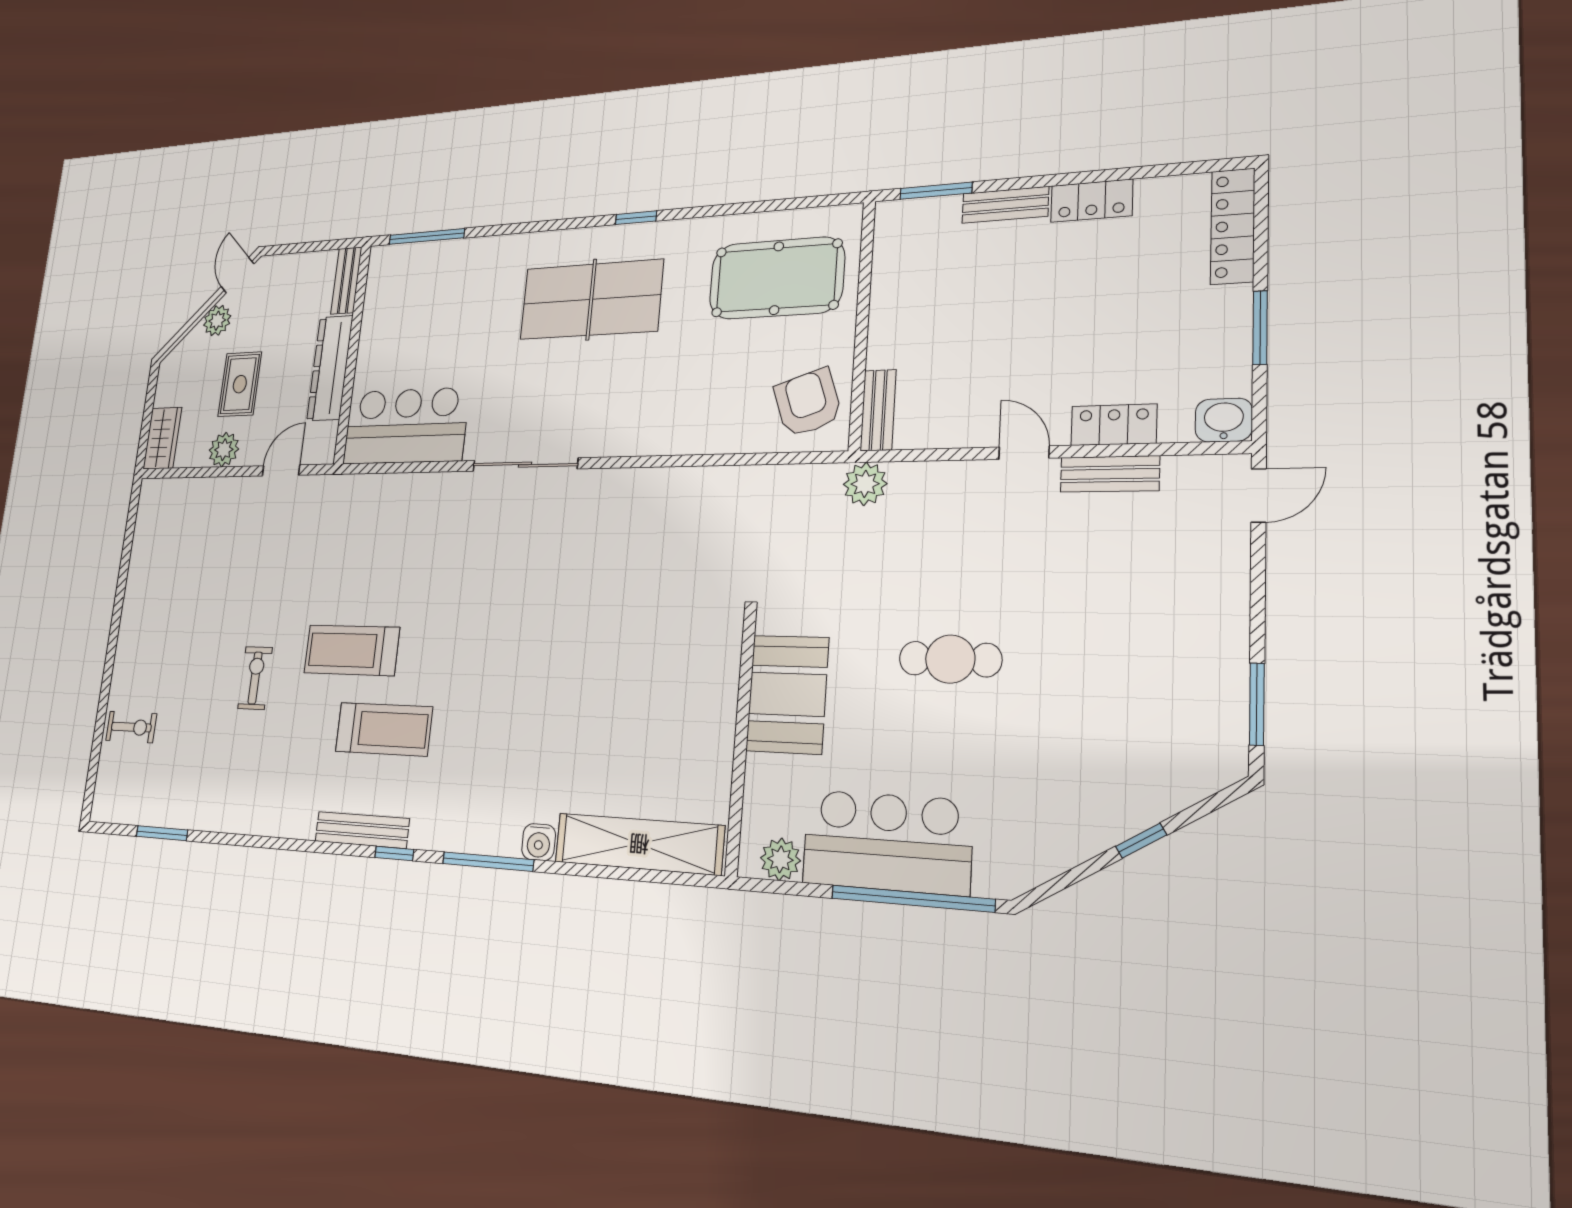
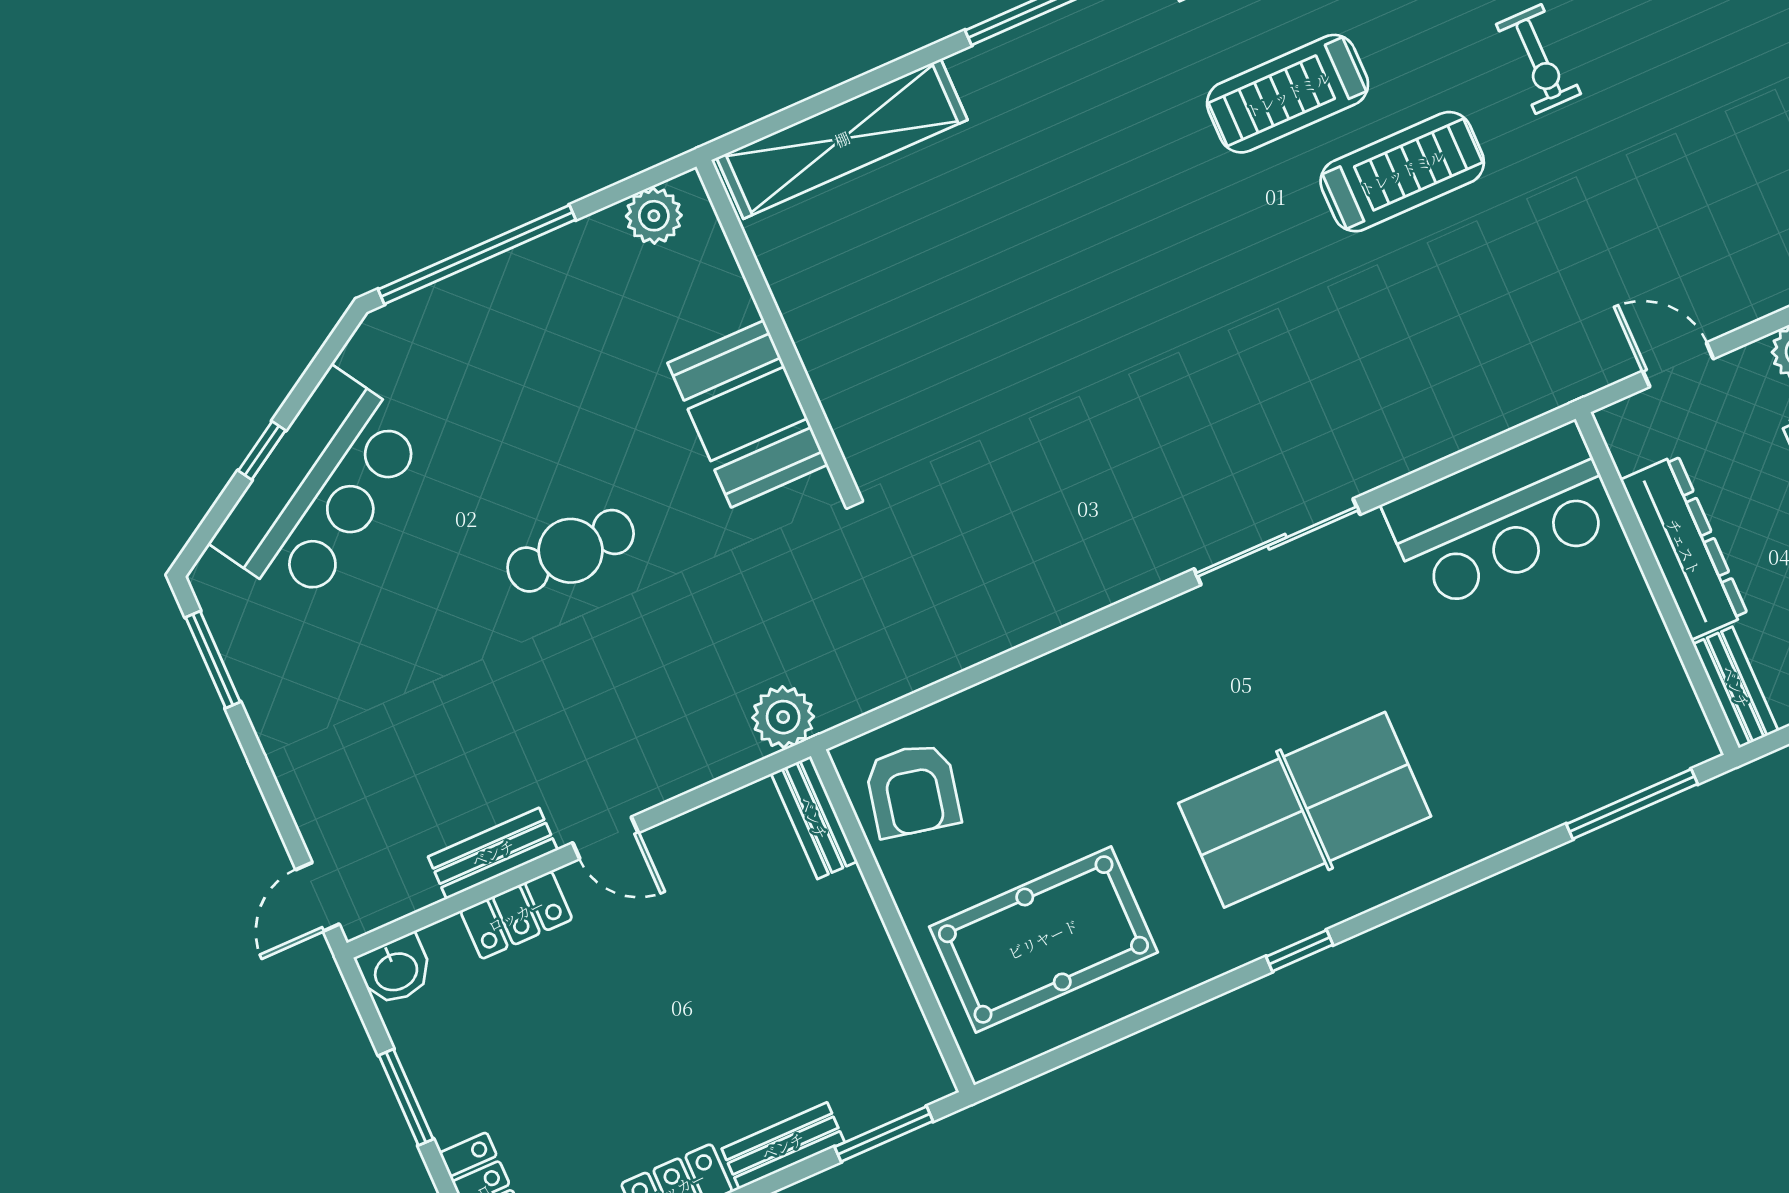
armchair: (808, 403) -> (913, 790), turned 31
door: (281, 470) -> (1678, 365), swing flipped
water cooler: (539, 842) -> (978, 70), removed
bar counter: (887, 842) -> (319, 488), moved, turned -32

